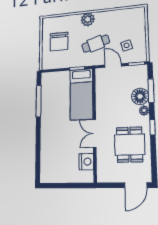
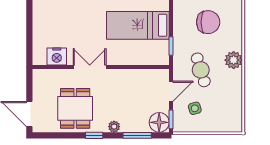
chair: (59, 41) -> (208, 22), turned 180
bed: (81, 94) -> (138, 25), moved
floor lamp: (140, 96) -> (159, 122), moved
dining table: (130, 145) -> (75, 108), turned 90

